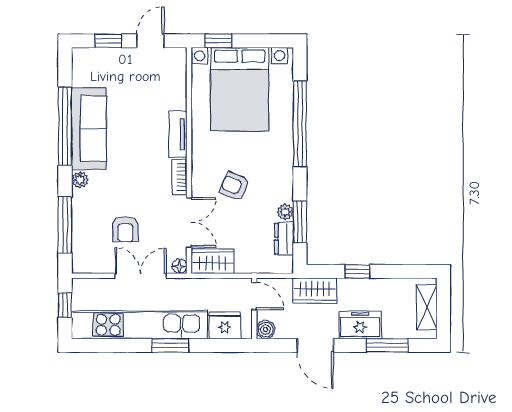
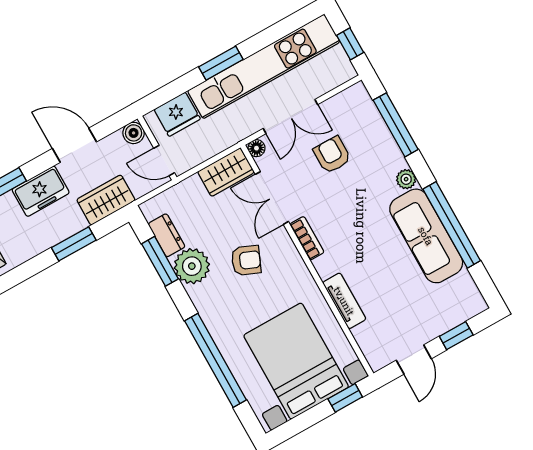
tv unit: (178, 134) -> (344, 301), moved
plant: (285, 212) -> (192, 266), width x1.88, depth x1.88
window: (357, 271) -> (74, 244), width x1.50

